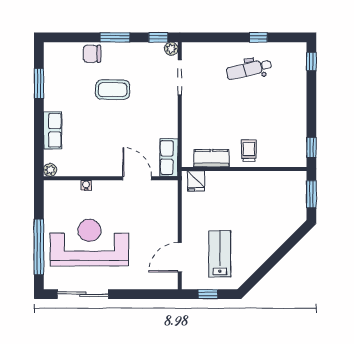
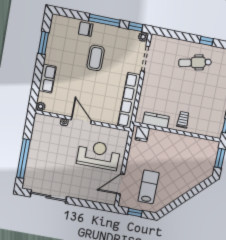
window: (115, 37) -> (104, 20), width x1.44
coffee table: (113, 90) -> (96, 58), turned 90
row of seats: (169, 158) -> (129, 100), width x2.02
door: (137, 178) -> (81, 120), moved
reception desk: (89, 242) -> (98, 155), moved, width x0.74, depth x0.77

